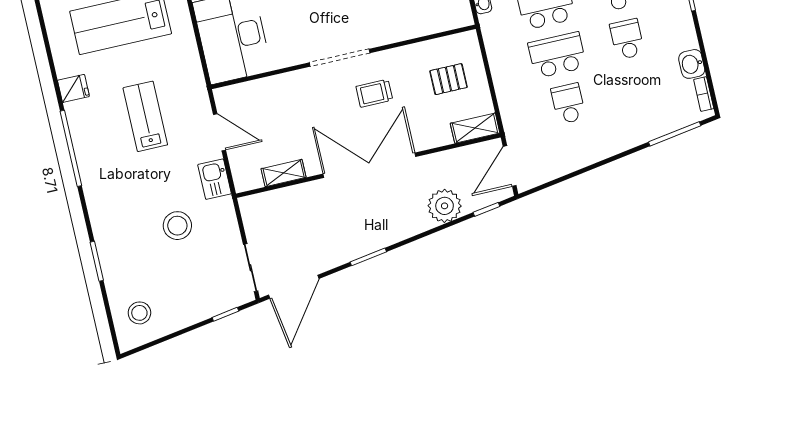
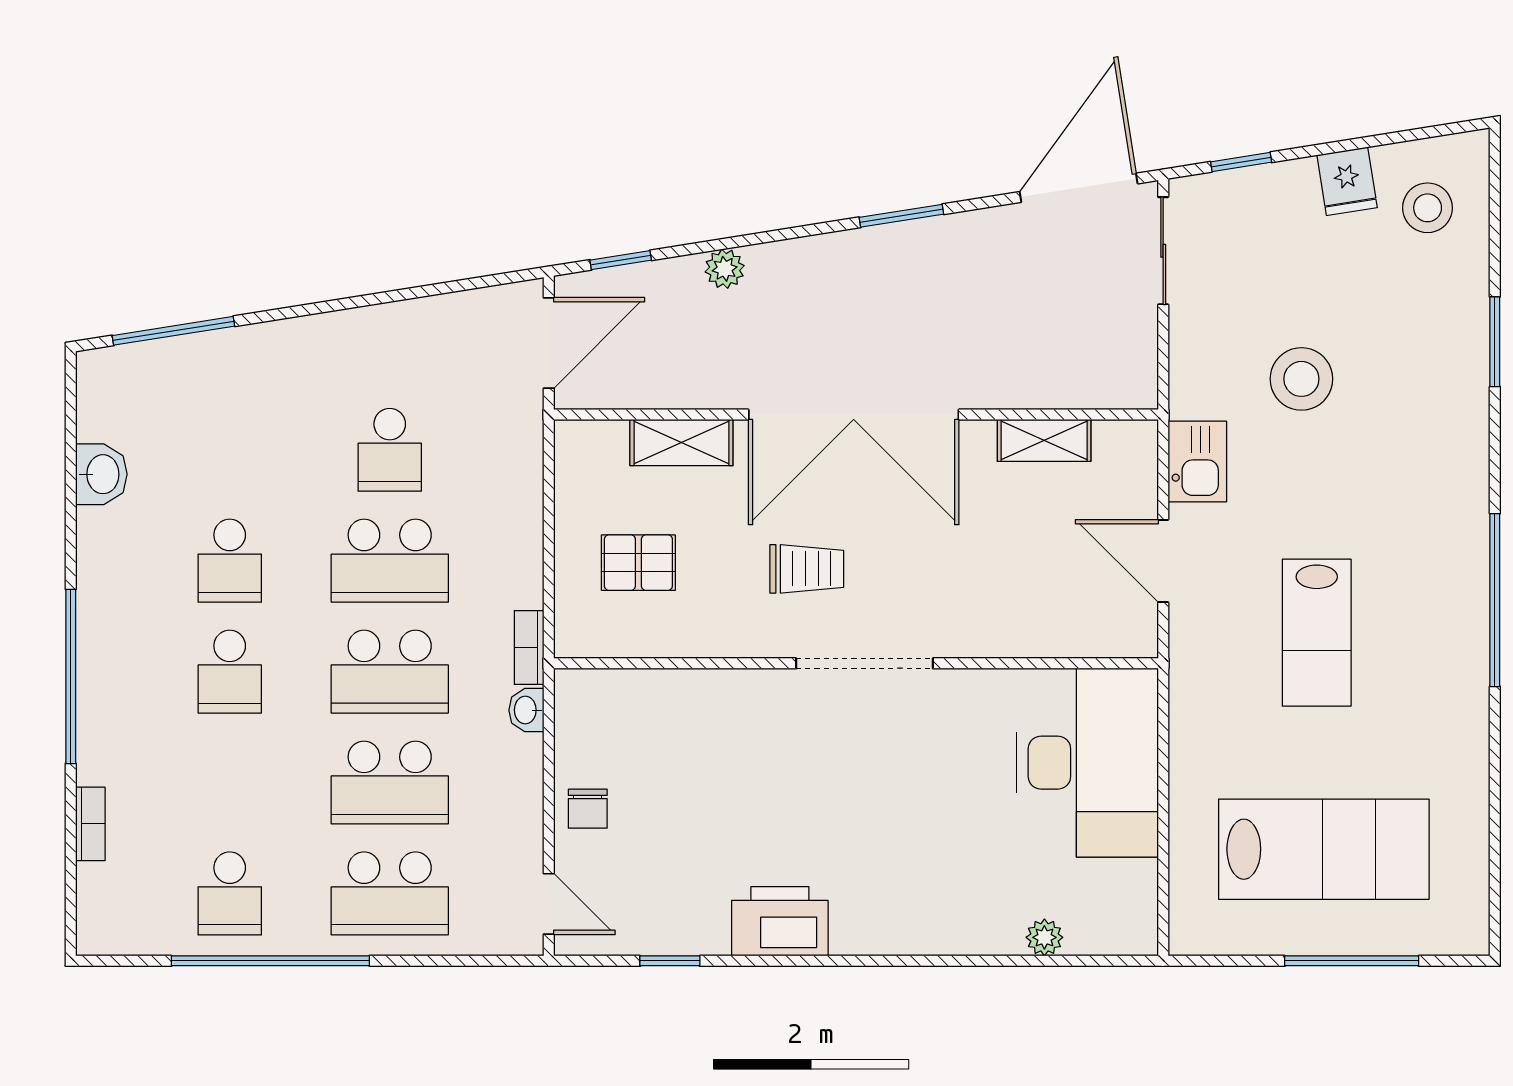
fridge: (73, 88) -> (1347, 181), moved, turned -99
bookcase: (704, 94) -> (529, 648), moved, turned 180
shelving: (475, 128) -> (681, 443), moved
plant: (445, 206) -> (725, 269), width x0.53, depth x0.53

